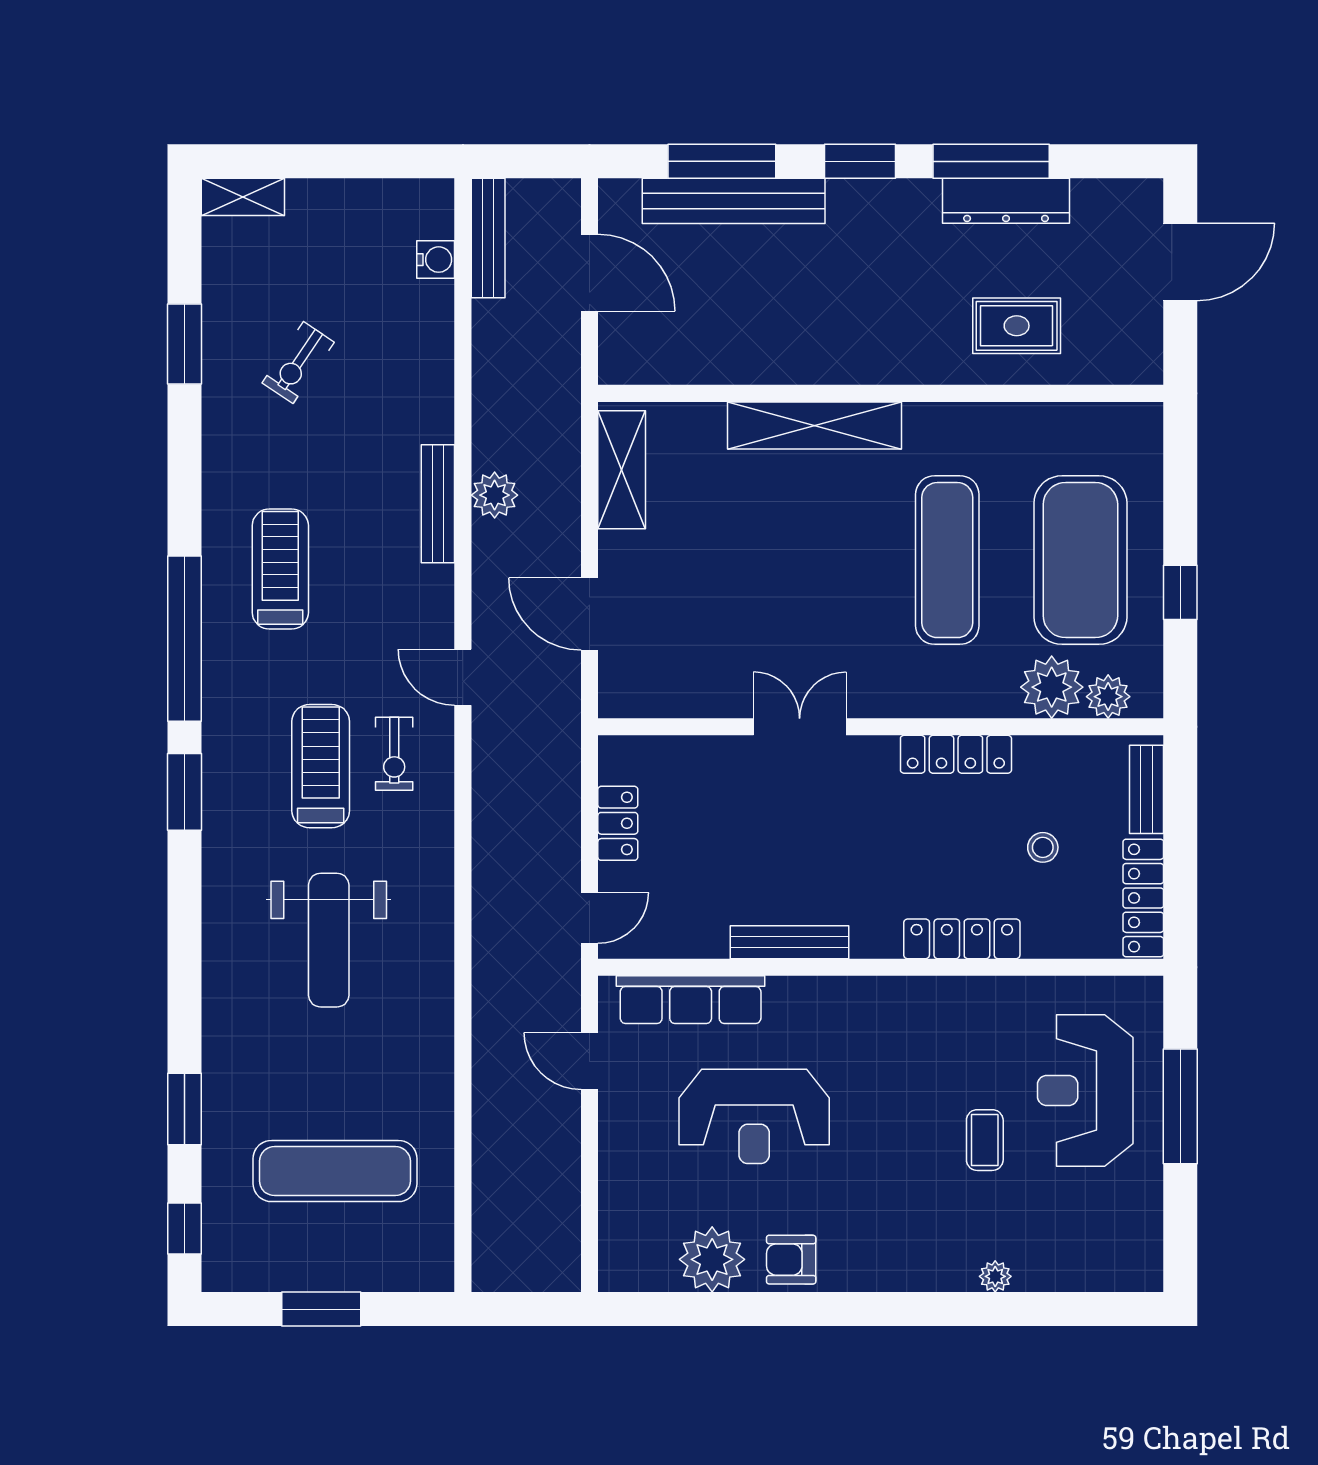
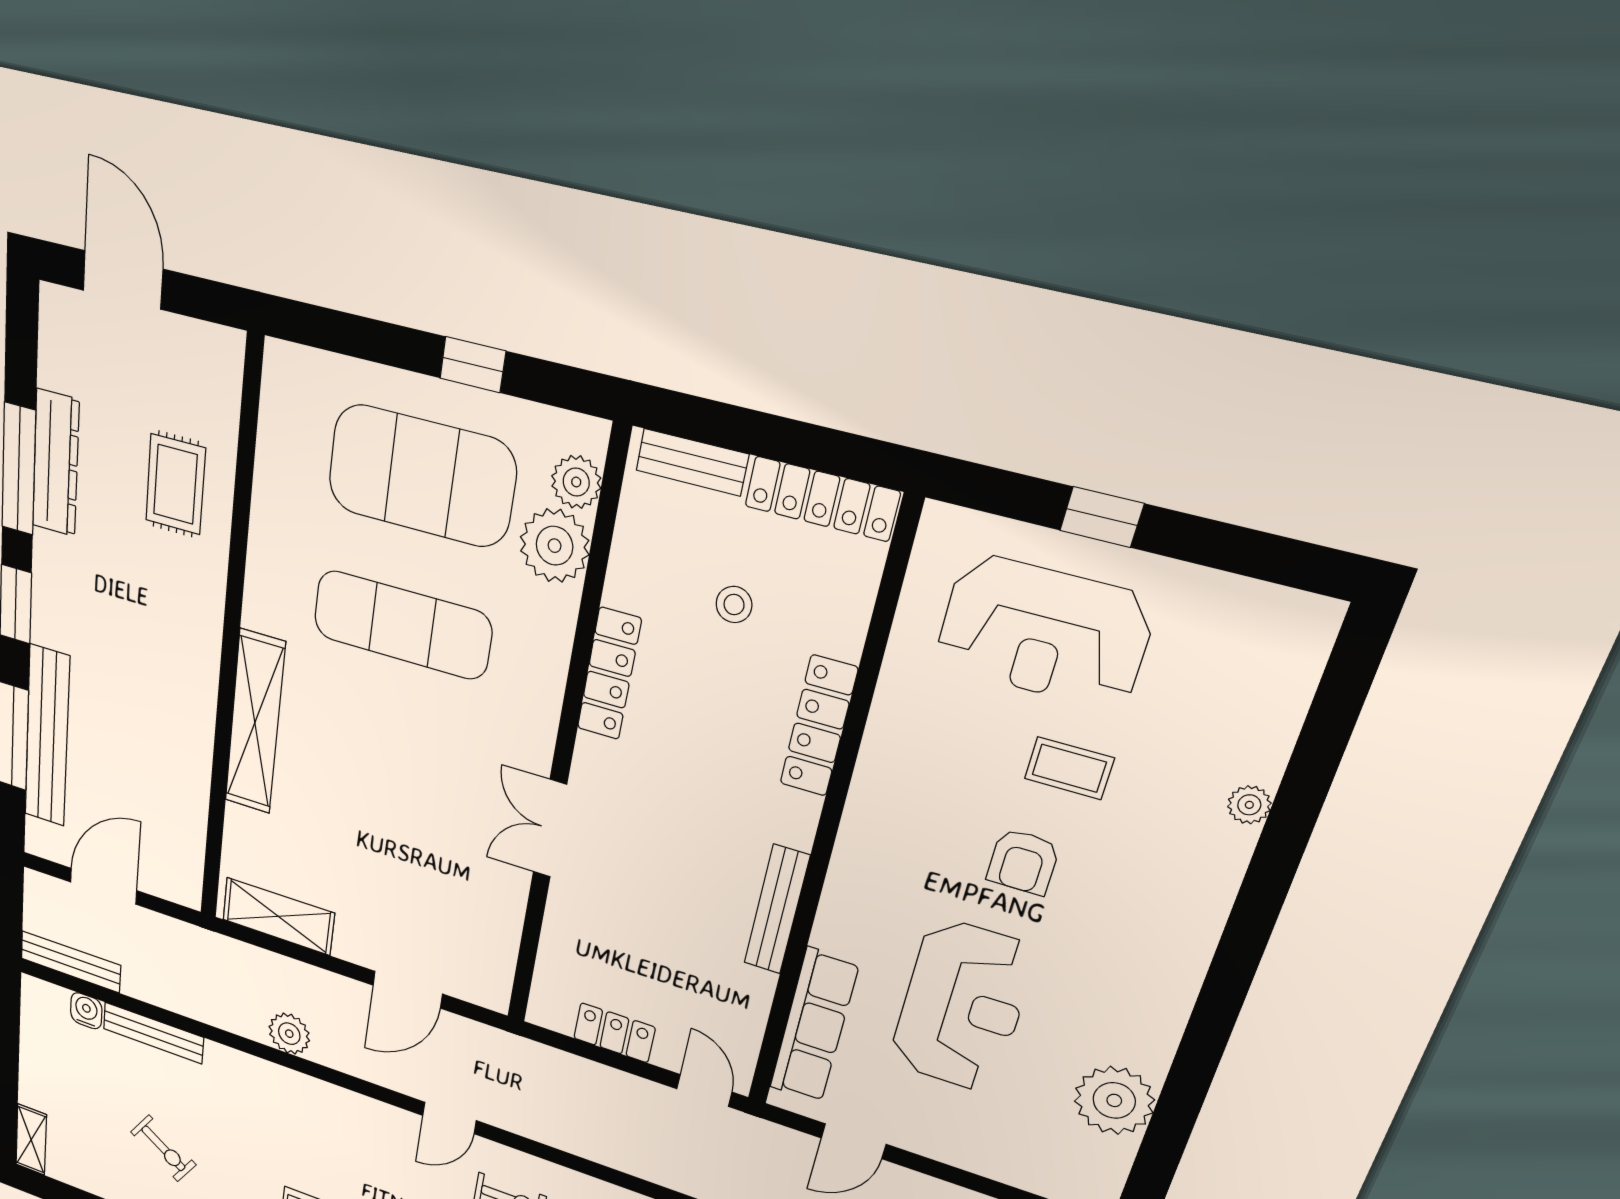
bench: (438, 504) -> (153, 1033), moved
window: (1180, 1106) -> (1102, 517), width x0.46
armchair: (791, 1260) -> (1023, 862), moved

